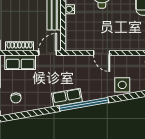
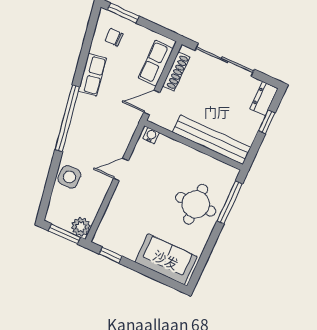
water cooler: (70, 9) -> (151, 136), moved
door: (48, 53) -> (152, 102), swing flipped
row of seats: (67, 97) -> (92, 75), moved

